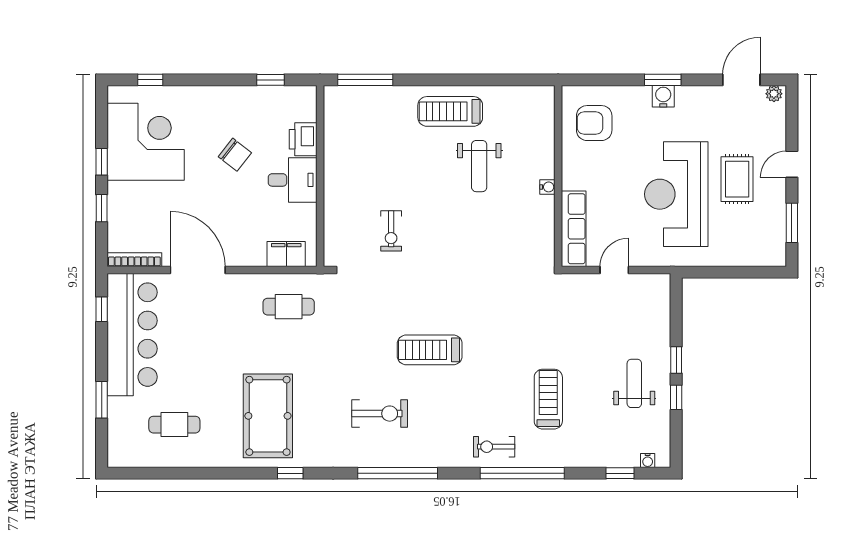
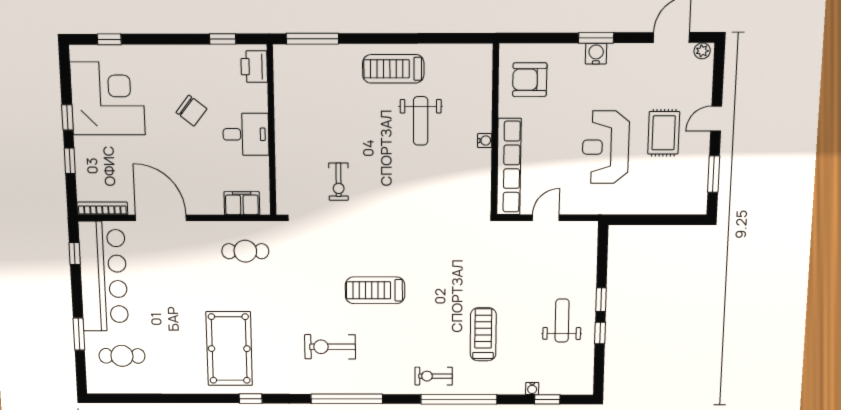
printer: (303, 139) -> (254, 67), moved
reception desk: (676, 194) -> (606, 147), width x0.74, depth x0.77
row of seats: (574, 229) -> (509, 167), width x1.36
exercise bike: (380, 414) -> (330, 347), turned 180
cafe table: (174, 425) -> (122, 356), moved
water cooler: (648, 461) -> (532, 388), moved

